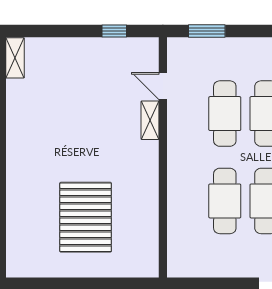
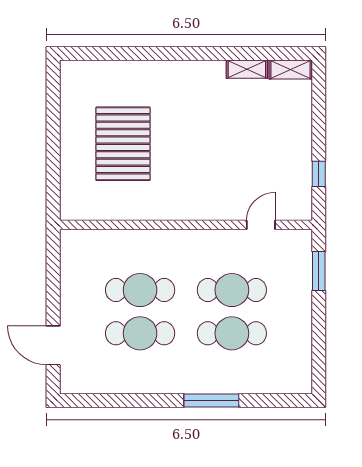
shelving: (150, 120) -> (247, 69), moved
pallet: (86, 217) -> (123, 144), turned 90

